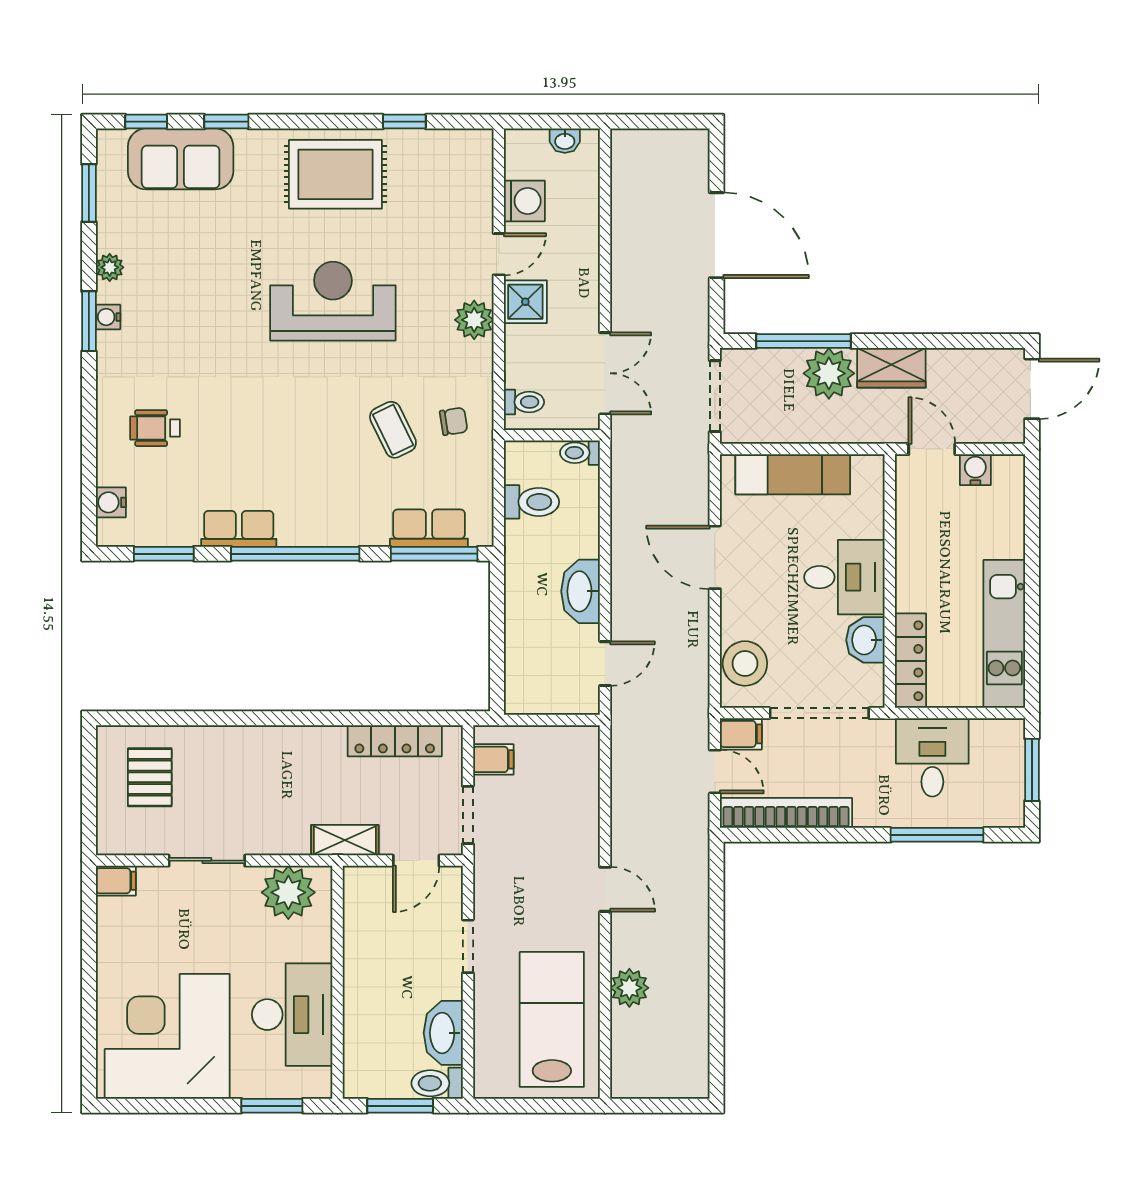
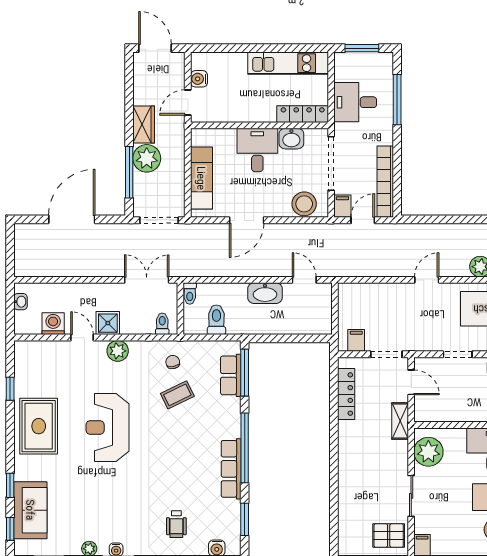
row of seats: (239, 529) -> (231, 469), width x1.48
pallet: (150, 777) -> (389, 535), moved

